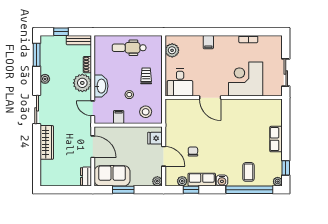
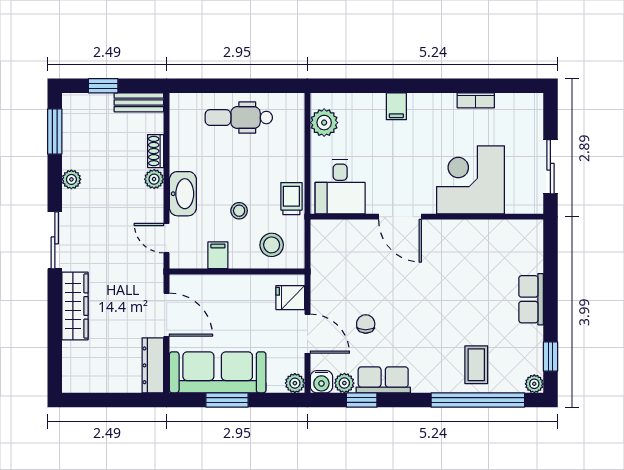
trolley: (146, 76) -> (291, 199), moved
plant: (82, 83) -> (154, 179), width x0.53, depth x0.53
dresser: (86, 176) -> (153, 365), width x1.44
sofa: (112, 176) -> (218, 372), width x1.36
water cooler: (222, 180) -> (321, 382), moved

